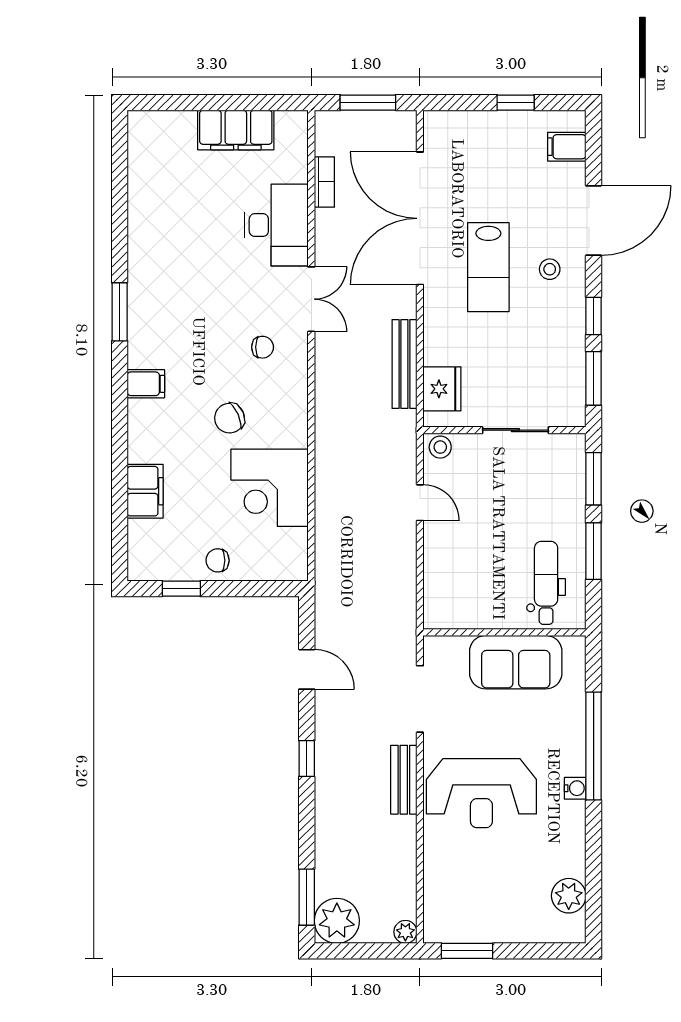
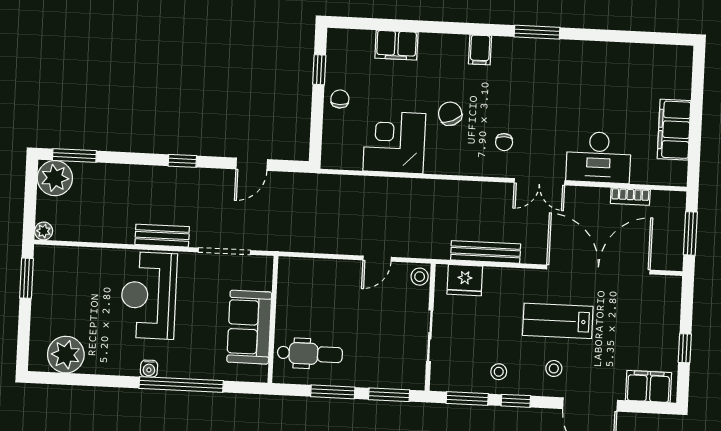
filing cabinet: (567, 147) -> (648, 386), width x2.00
stool: (557, 340) -> (499, 372), added
plant: (569, 896) -> (66, 355), width x1.36, depth x1.36

